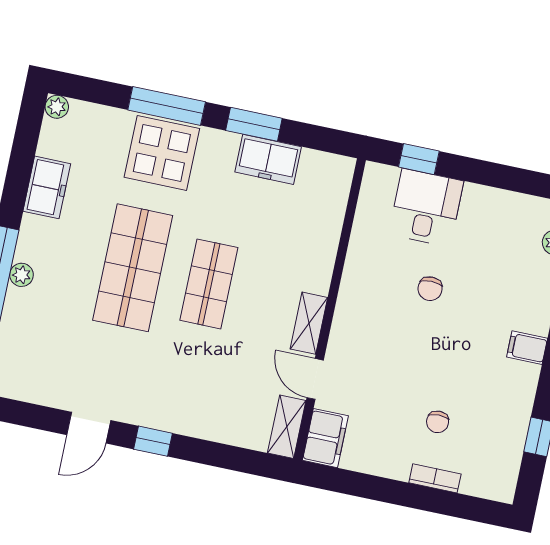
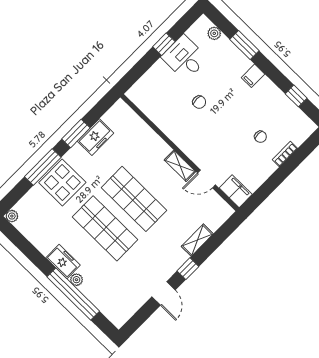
window: (419, 159) -> (164, 44), moved
freezer: (47, 187) -> (63, 261), moved
desk: (426, 208) -> (185, 58), moved
shop shelf: (209, 284) -> (134, 199), width x1.43, depth x1.36
shelving: (287, 427) -> (197, 240), moved, turned 90

